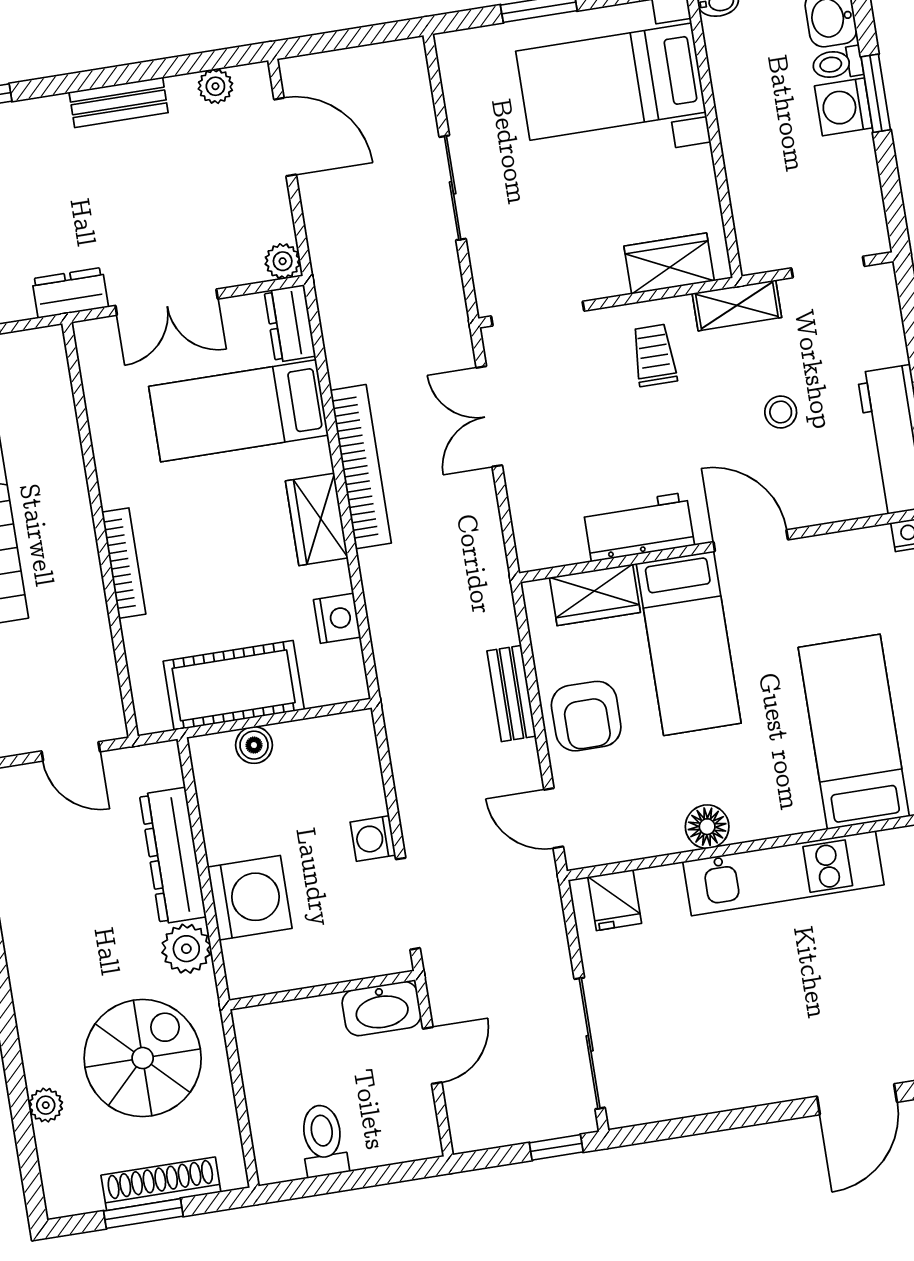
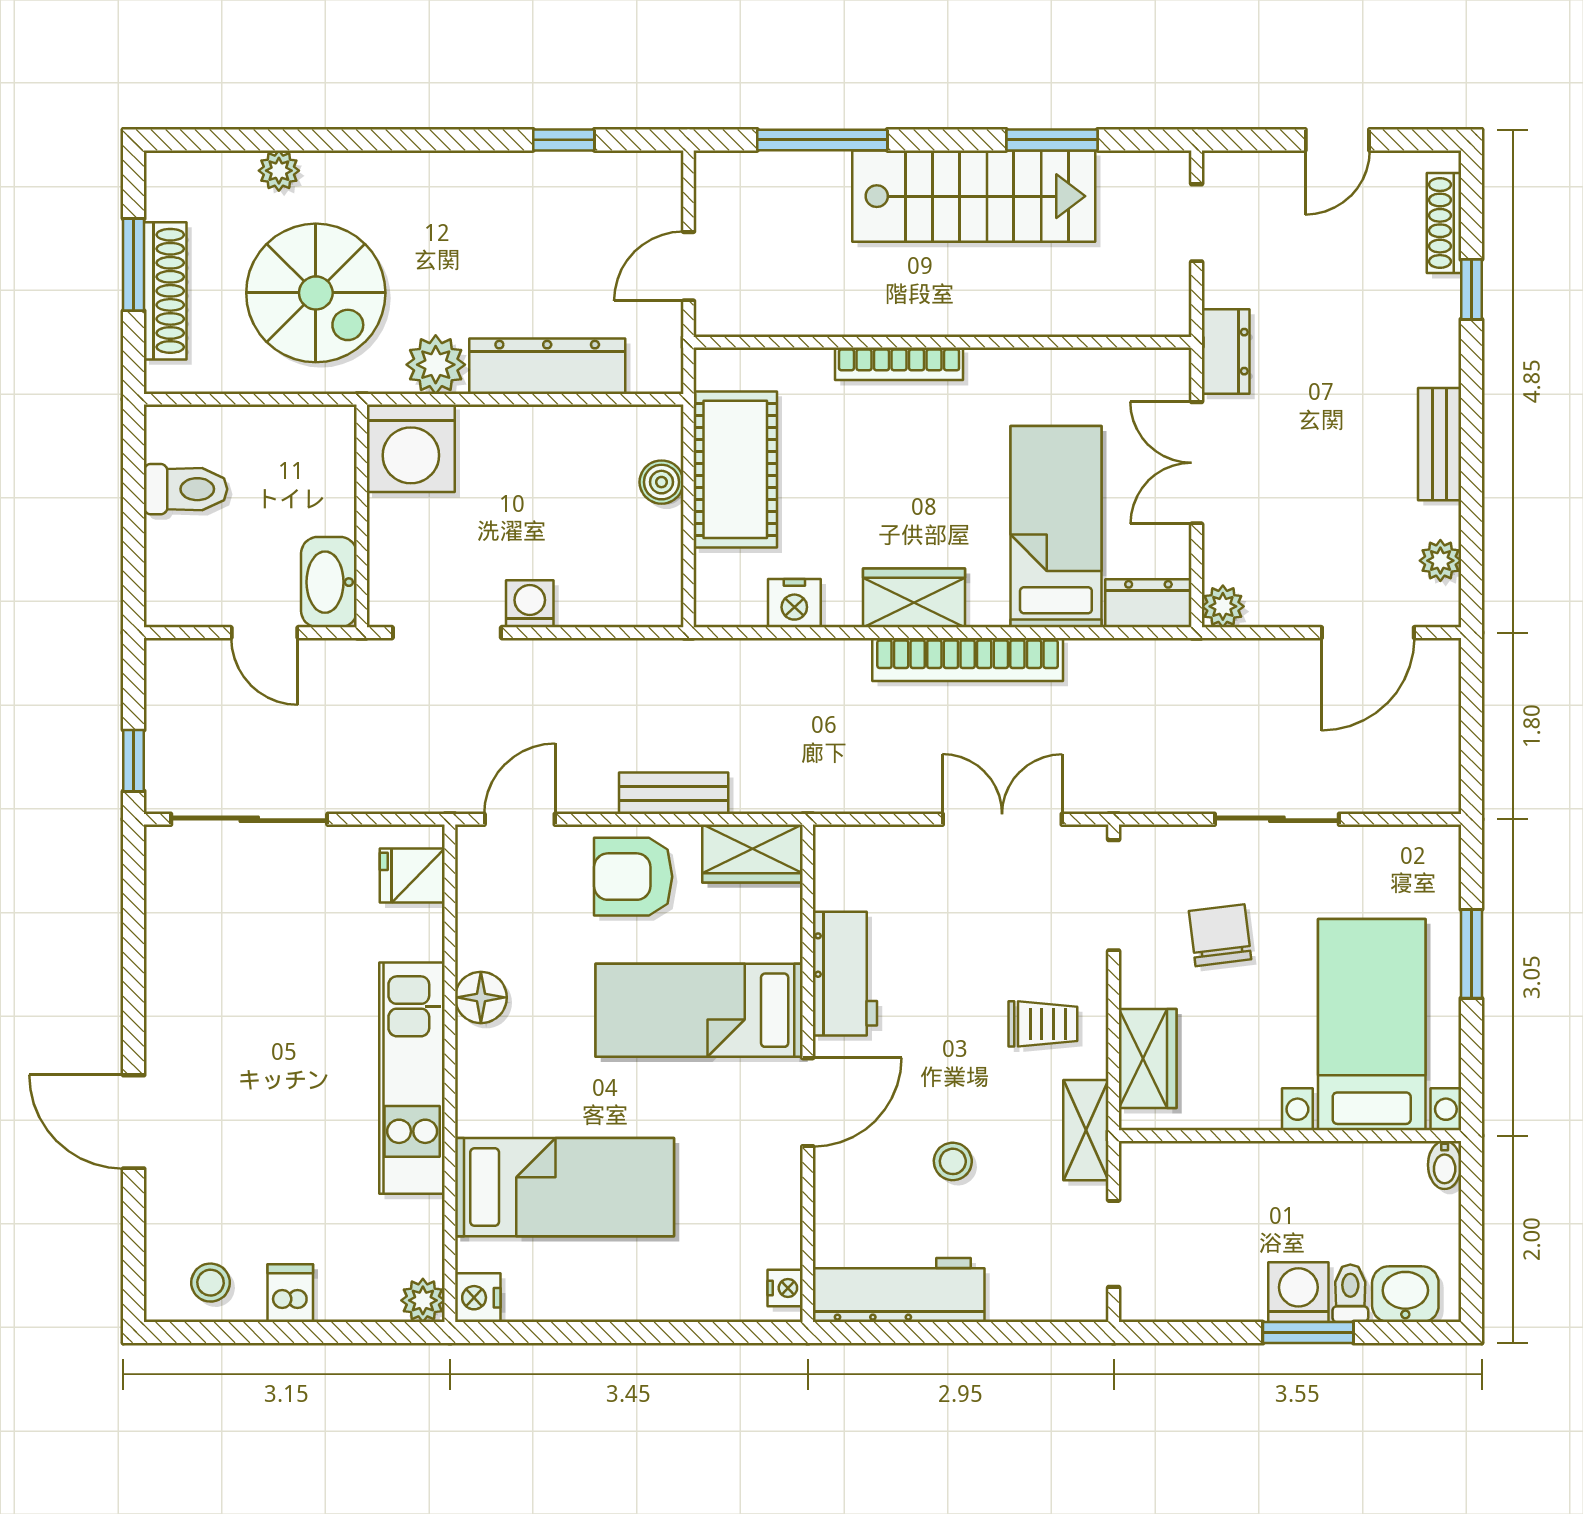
chair: (557, 220) -> (1220, 935), added
wardrobe: (595, 595) -> (752, 853), moved, turned -90
washing machine: (250, 898) -> (411, 448), moved

